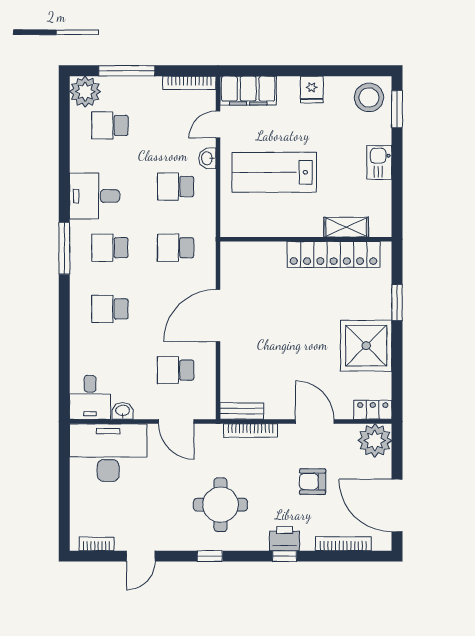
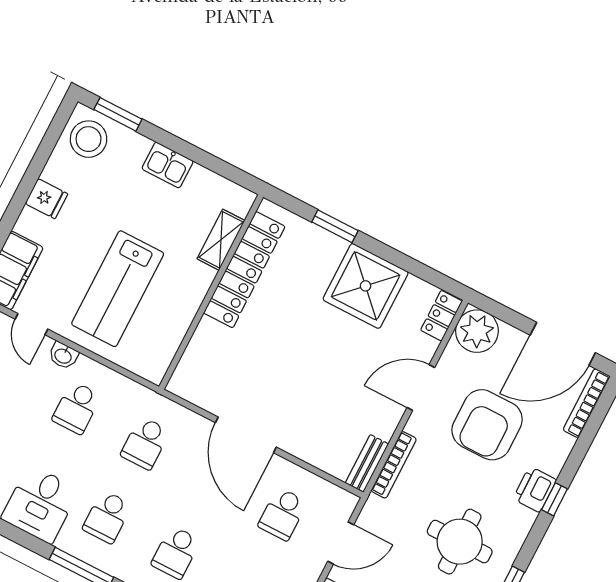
armchair: (313, 482) -> (487, 425), width x1.88, depth x1.88
bookcase: (343, 544) -> (587, 403), moved

